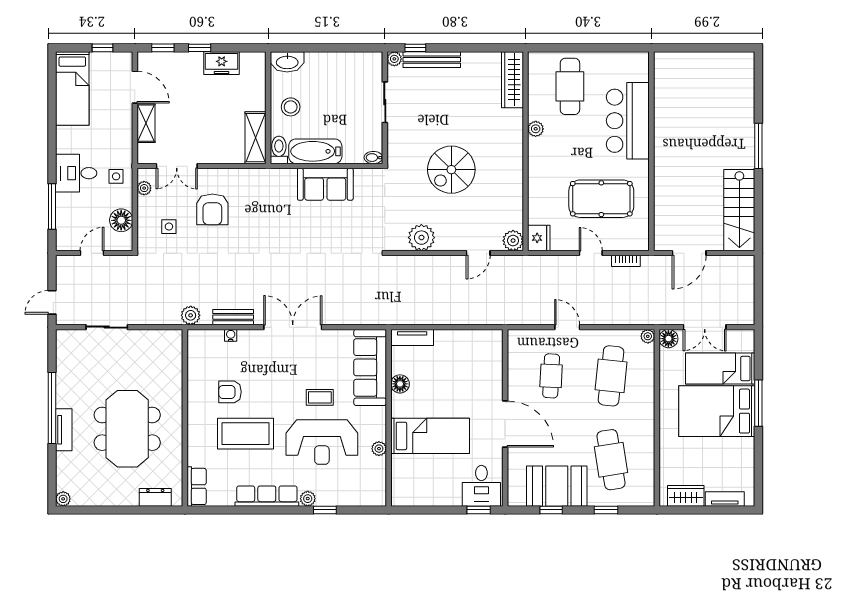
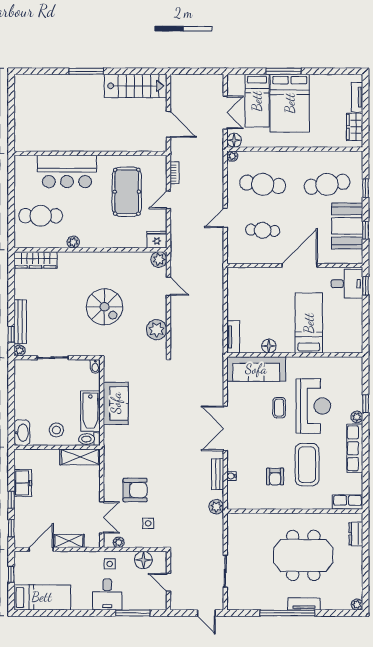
plant: (379, 449) -> (318, 362), removed

